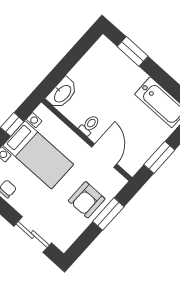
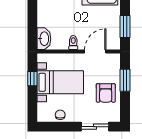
door: (104, 156) -> (95, 52), hinge flipped
armchair: (87, 200) -> (106, 93), moved

